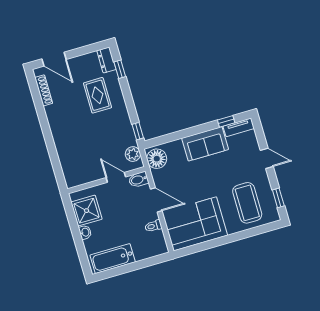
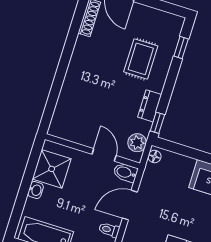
dresser: (106, 60) -> (150, 106), moved
floor lamp: (157, 159) -> (154, 157), width x0.53, depth x0.53
door: (156, 200) -> (130, 205), swing flipped

